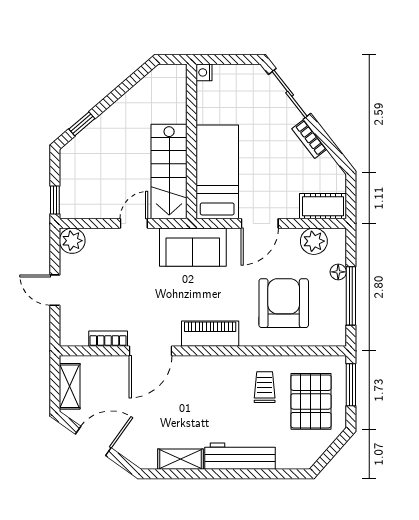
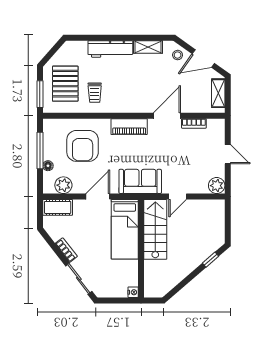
window: (55, 200) -> (228, 211), removed
stool: (134, 446) -> (178, 55), added

